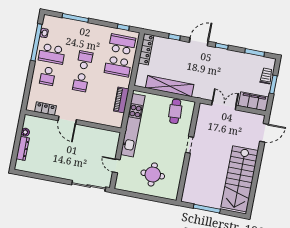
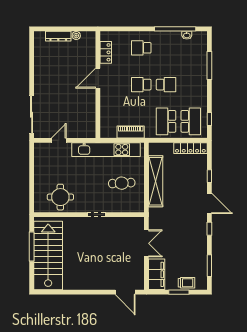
school desk: (52, 54) -> (166, 48), removed
cafe table: (175, 111) -> (122, 183), moved
round table: (153, 174) -> (60, 197), moved
stairs: (240, 179) -> (48, 256), moved, turned 90

